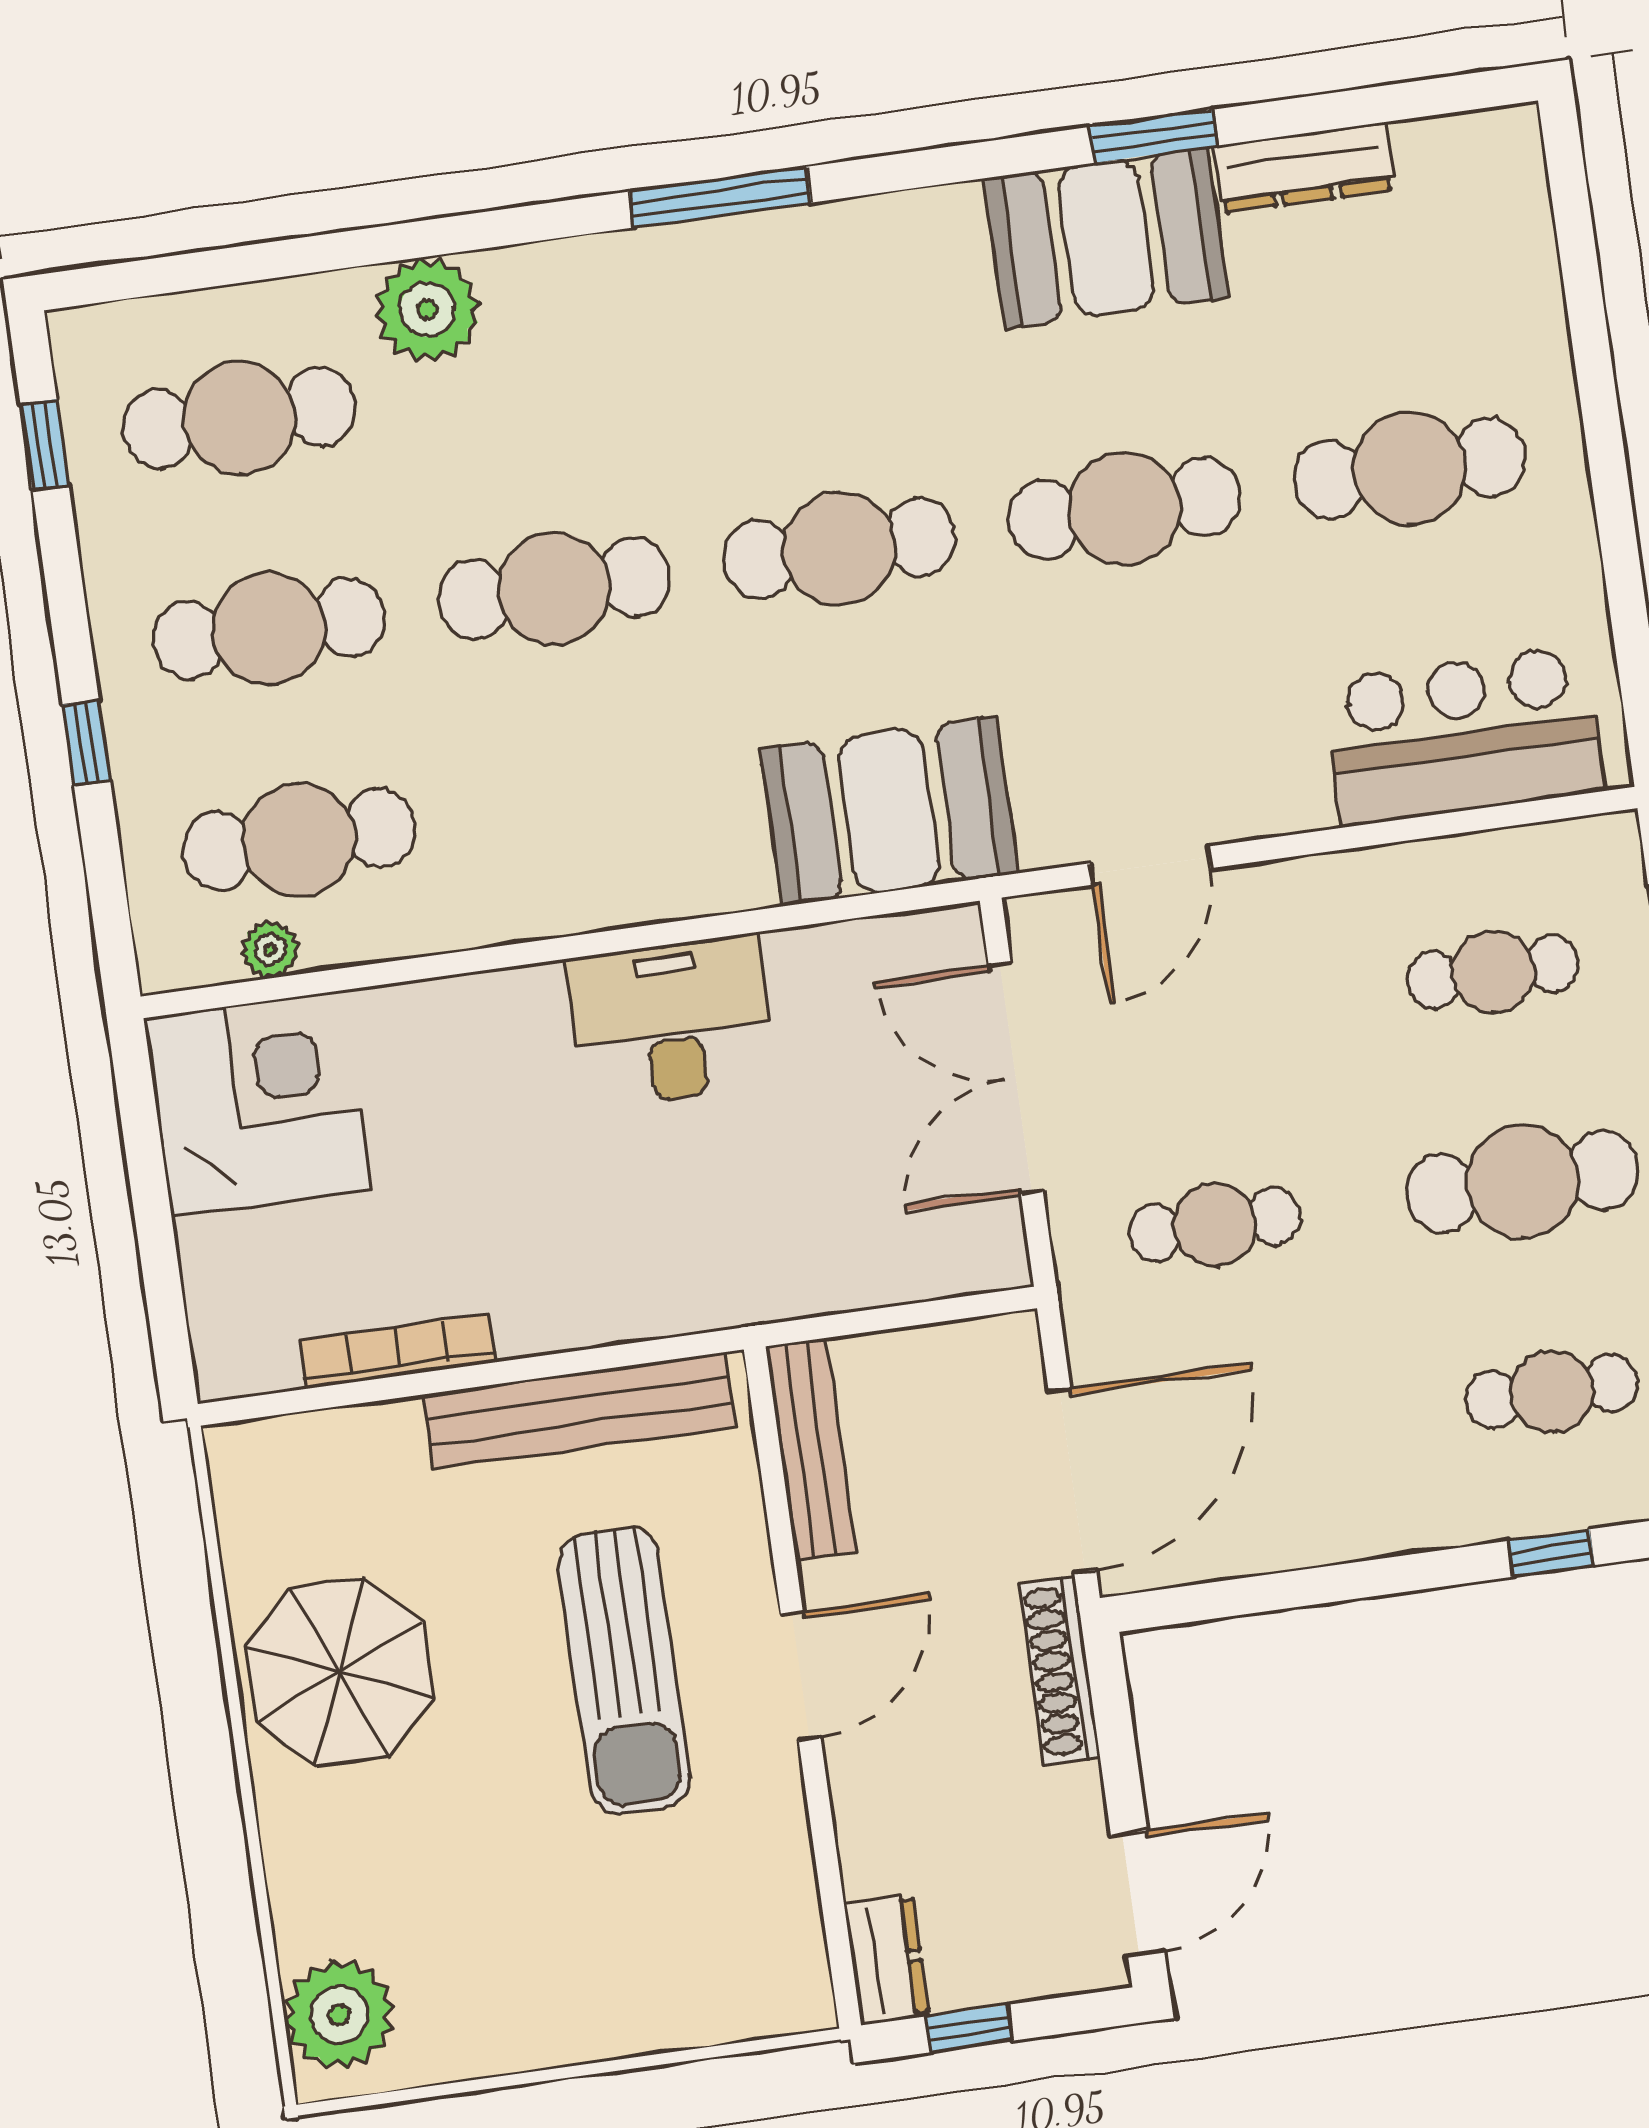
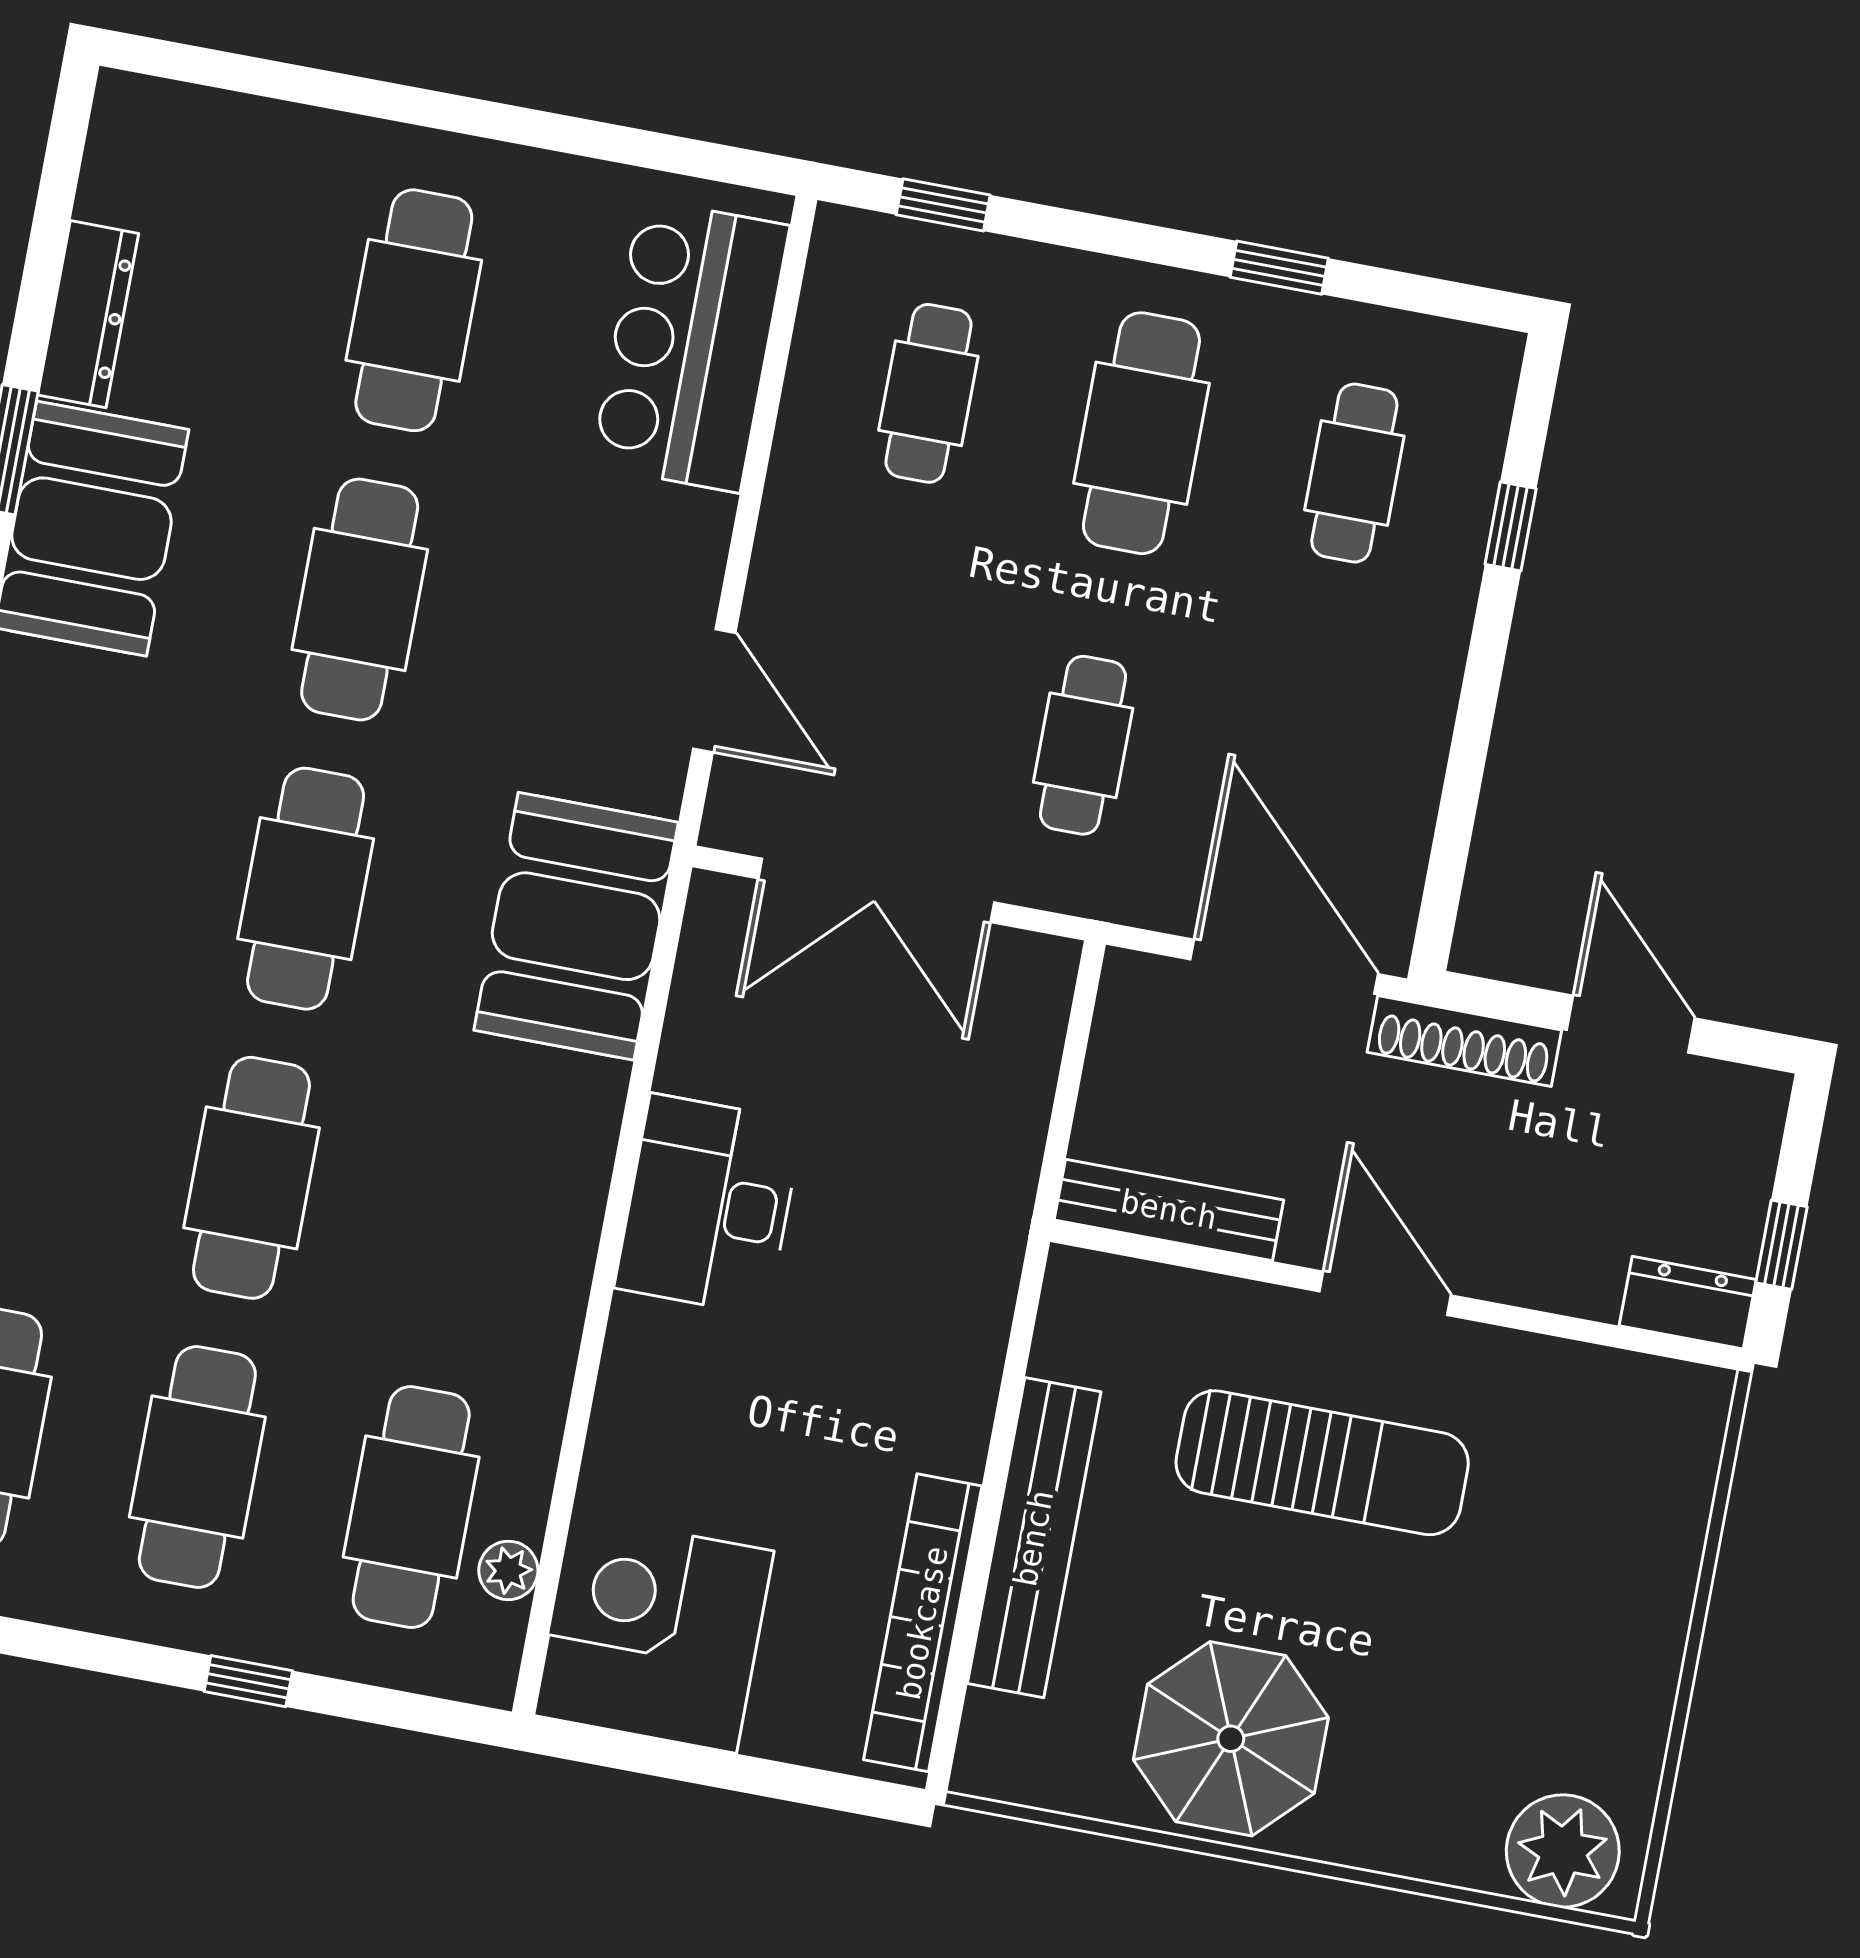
bookcase: (398, 1351) -> (923, 1623), width x1.48, depth x1.31
bench: (579, 1411) -> (1034, 1538), moved
door: (1138, 1893) -> (1631, 1024), moved

